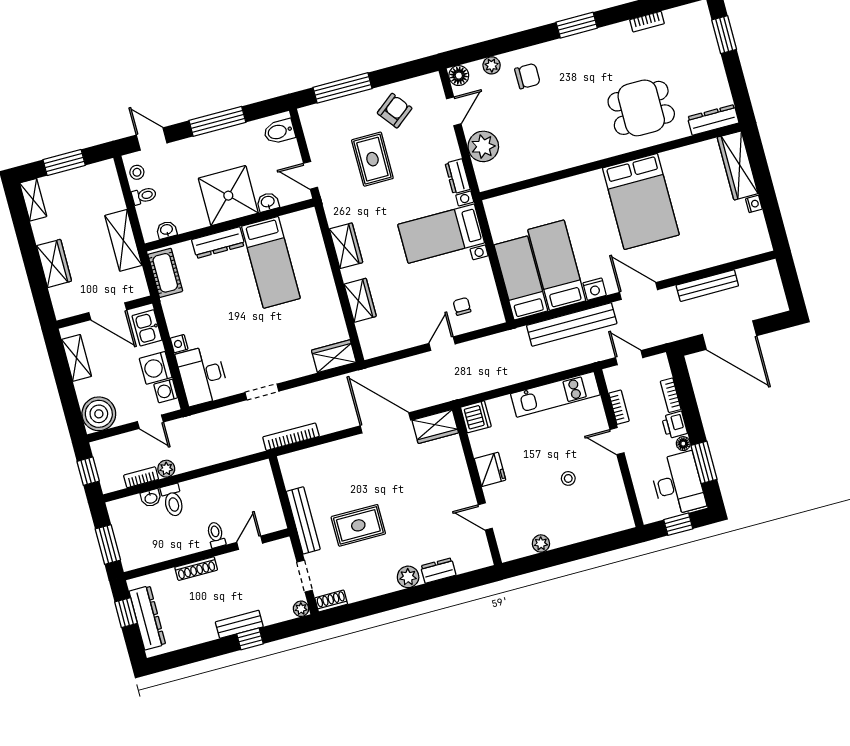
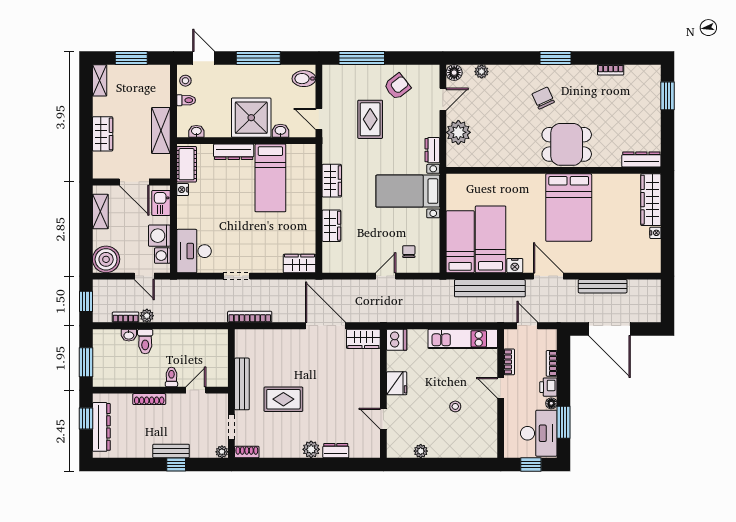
chair: (527, 76) -> (543, 98), moved, turned -115
dining table: (641, 108) -> (567, 144), moved
nightstand: (179, 344) -> (183, 190), moved

